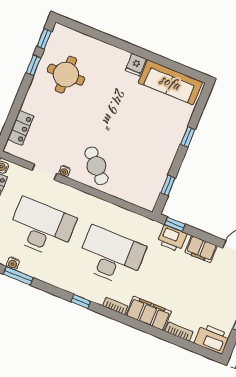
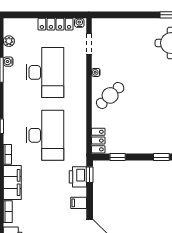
locker: (21, 128) -> (98, 141), moved, turned -90
doorway: (44, 172) -> (89, 44), moved
filing cabinet: (201, 249) -> (79, 203), width x0.50

